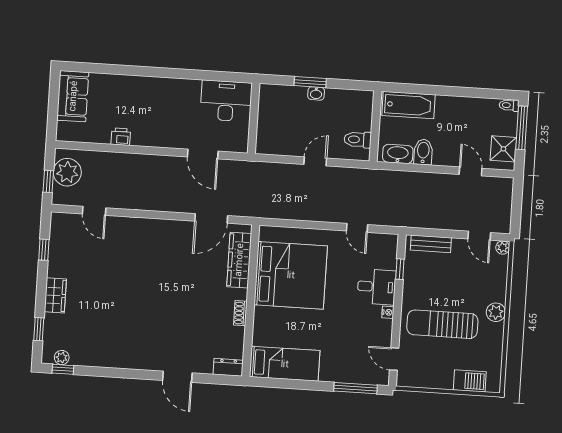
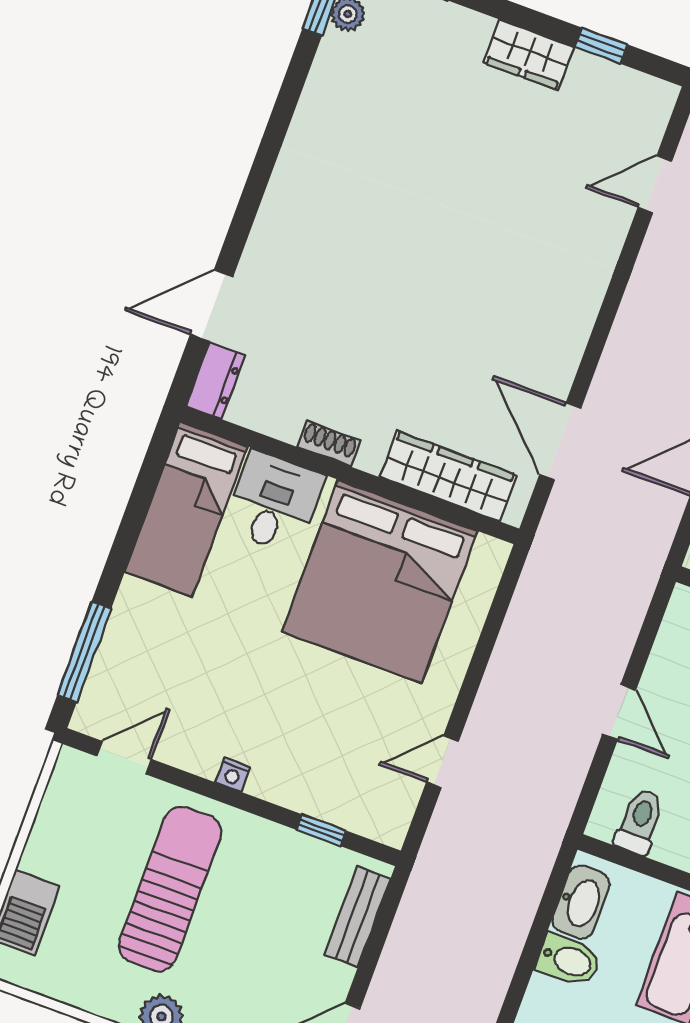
desk: (377, 287) -> (274, 502), moved, turned 180
wardrobe: (55, 295) -> (529, 55), moved
door: (177, 377) -> (212, 306), moved

